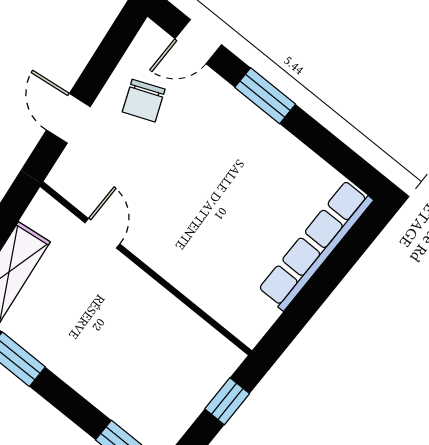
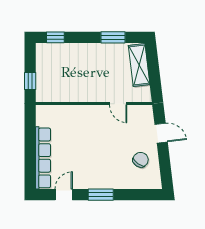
door: (198, 42) -> (64, 195), moved
chair: (144, 101) -> (141, 160), turned 57

